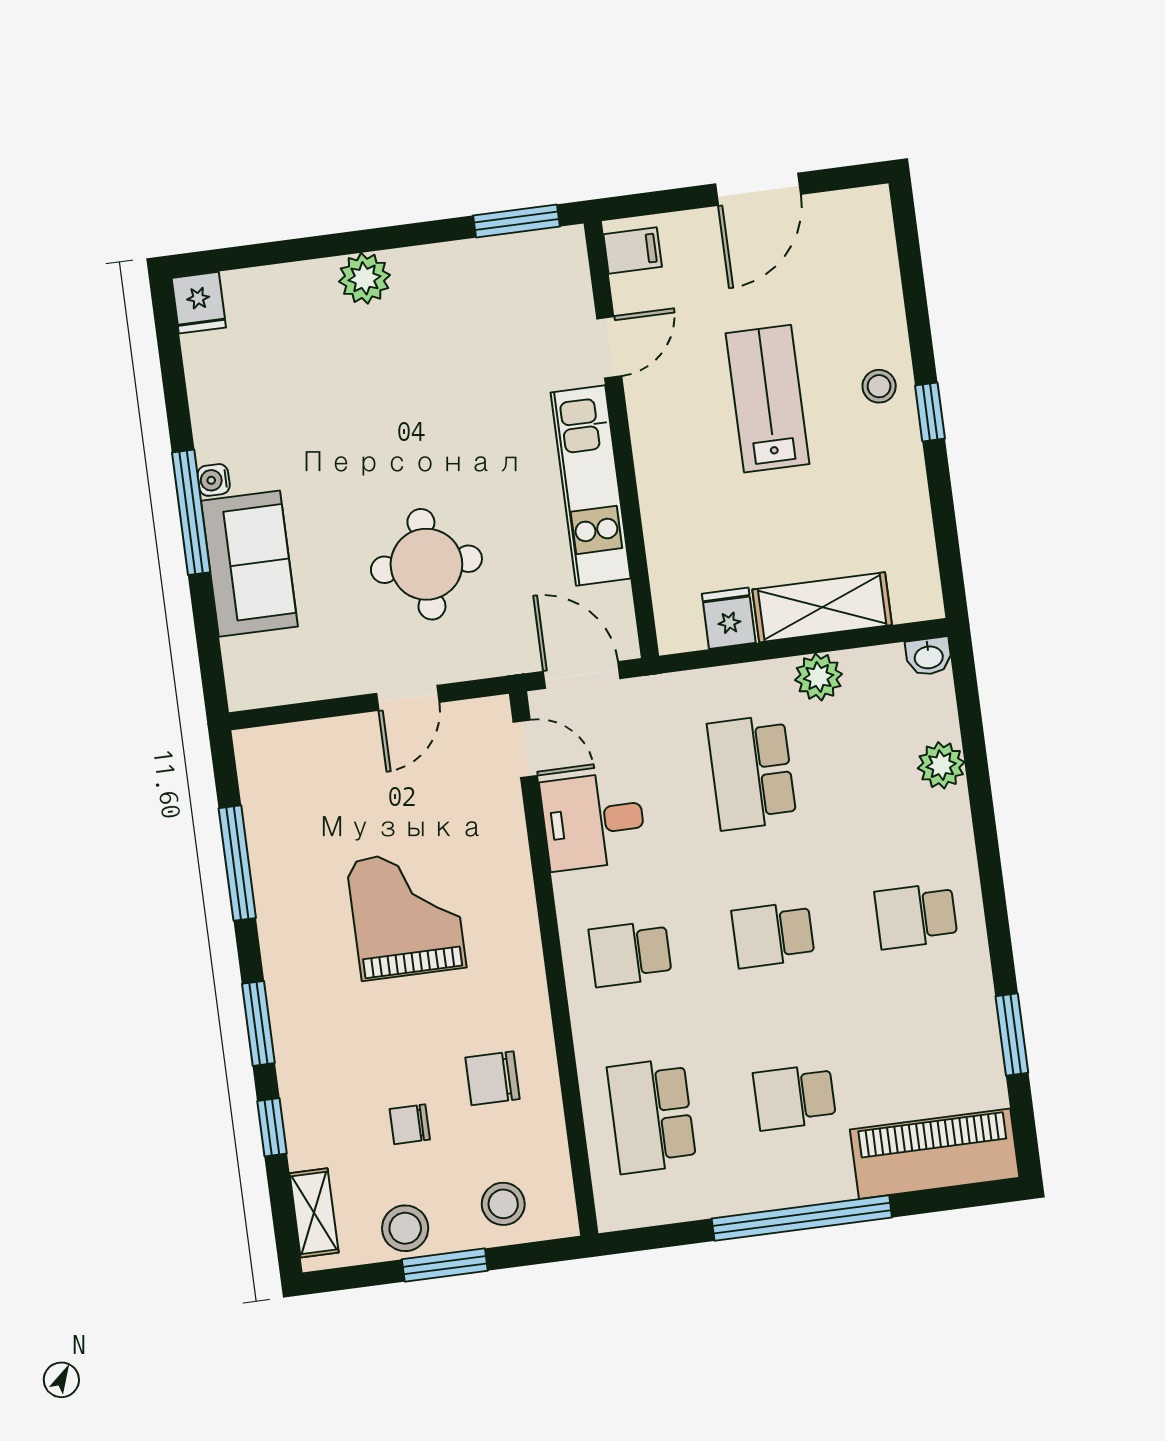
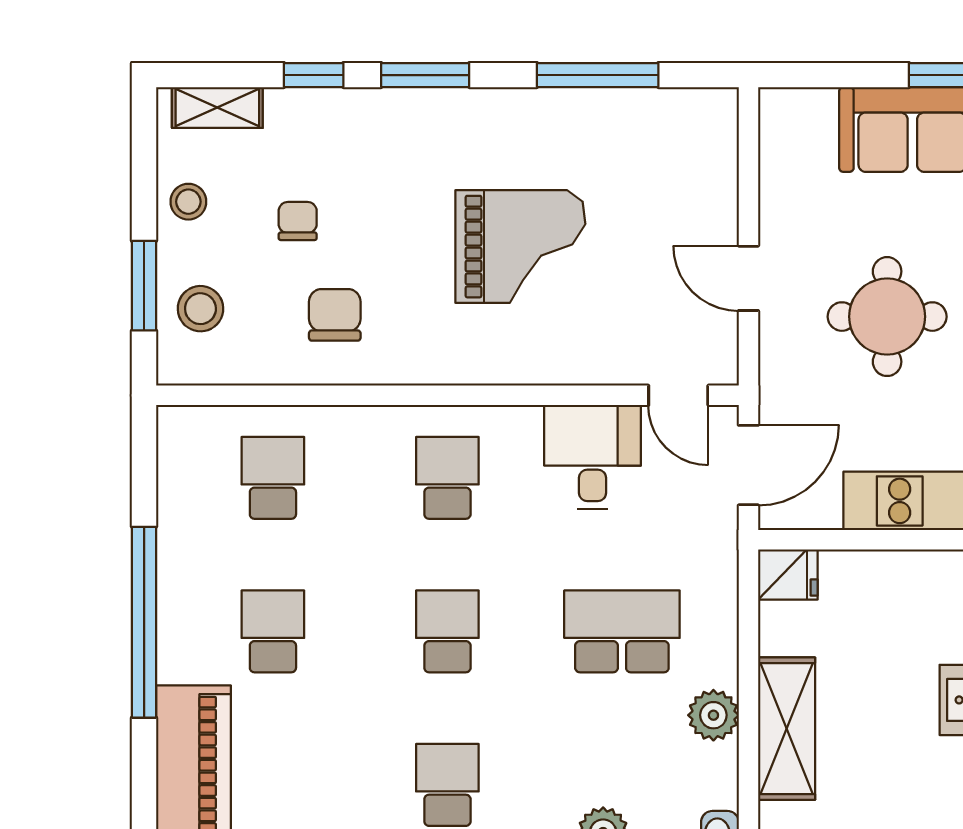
fridge: (729, 618) -> (788, 574), moved
door: (525, 749) -> (678, 395), hinge flipped
school desk: (652, 1116) -> (273, 478), width x0.54
stool: (405, 1228) -> (188, 202), width x0.73, depth x0.73
window: (445, 1265) -> (144, 286), moved

